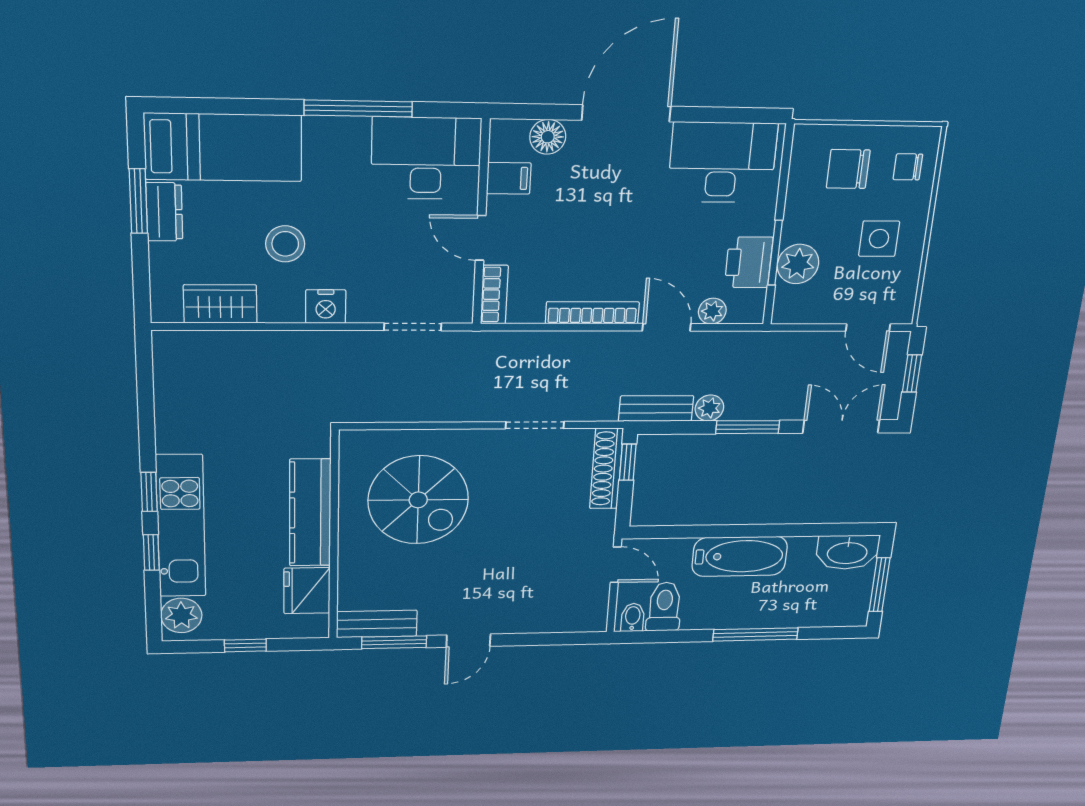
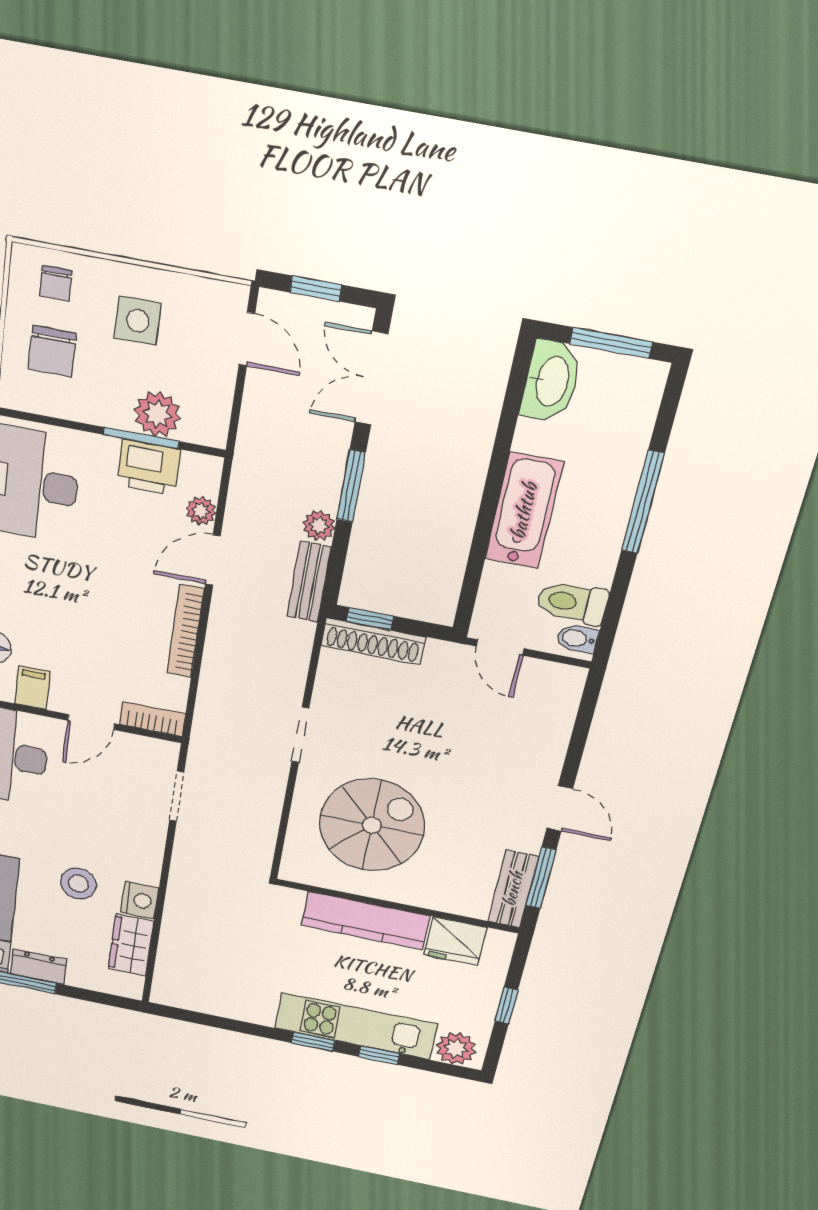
nightstand: (326, 307) -> (140, 900), moved
door: (868, 328) -> (247, 339), hinge flipped
doorway: (535, 425) -> (300, 735), moved
door: (616, 565) -> (500, 647), swing flipped

